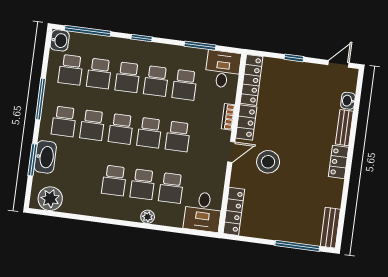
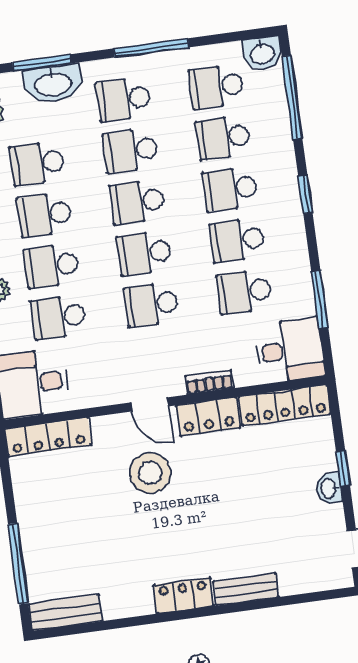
washbasin: (348, 101) -> (329, 488), moved, turned -90
school desk: (86, 177) -> (38, 163), added

